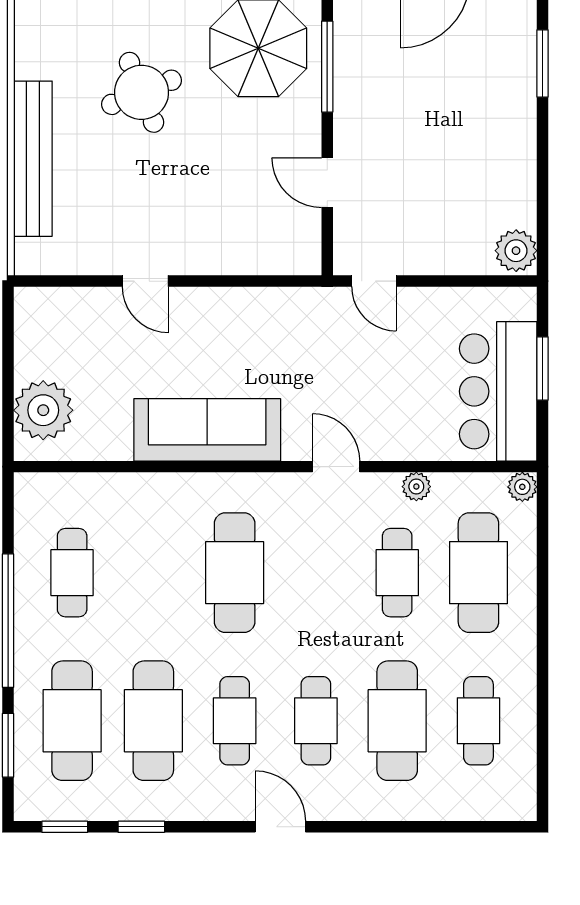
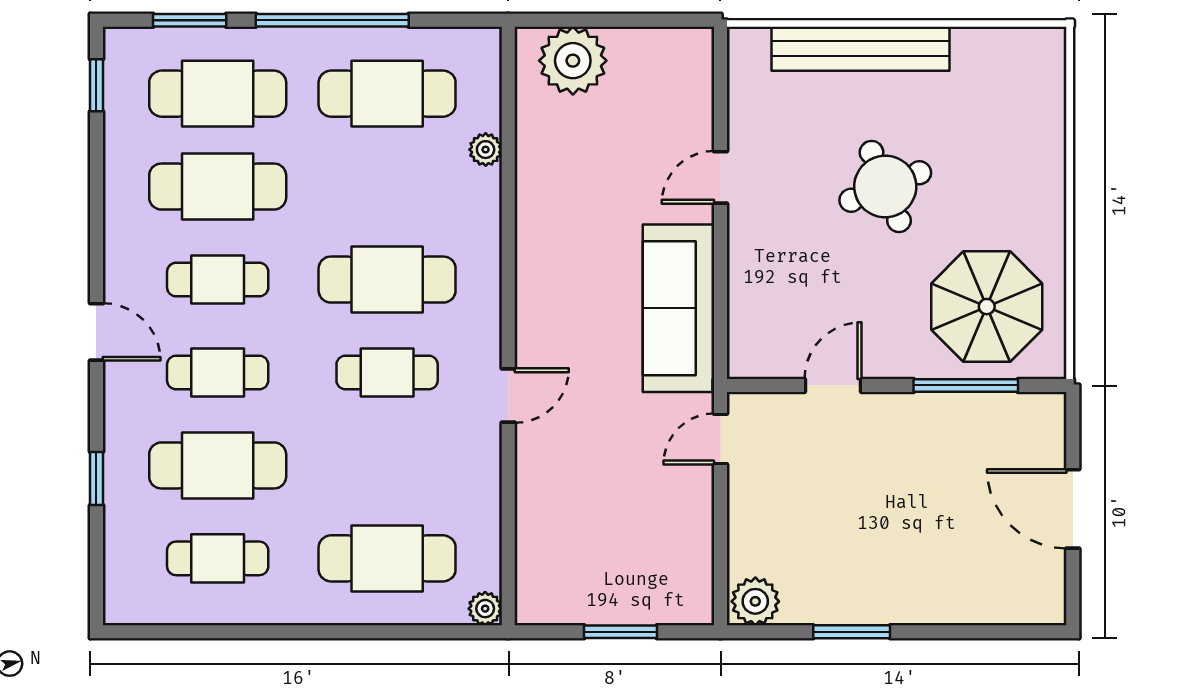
window: (543, 63) -> (852, 632), moved
round table: (142, 92) -> (885, 186), moved
bar counter: (498, 391) -> (594, 581), removed
sofa: (207, 430) -> (678, 308), moved, turned 180
plant: (416, 487) -> (486, 150), moved
cafe table: (72, 573) -> (387, 94), width x1.37, depth x1.35
cafe table: (397, 573) -> (387, 372), moved
window: (141, 827) -> (96, 478), moved
door: (280, 827) -> (96, 332), hinge flipped

